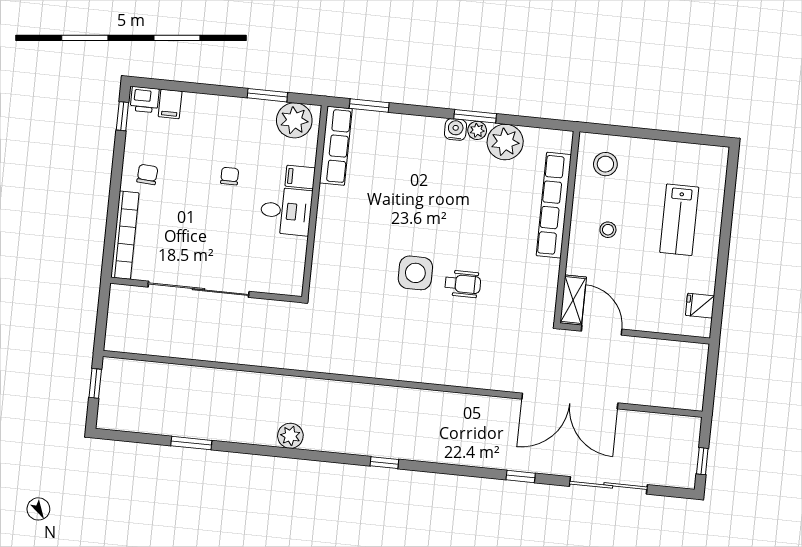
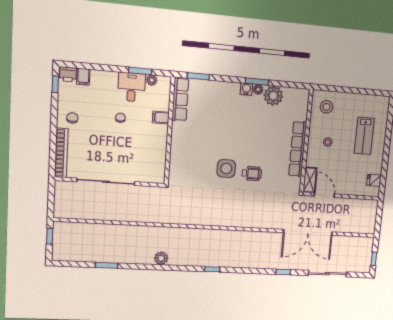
plant: (294, 120) -> (152, 80), width x0.53, depth x0.53
row of seats: (554, 205) -> (298, 149), moved
desk: (286, 211) -> (132, 87), moved, turned -90

